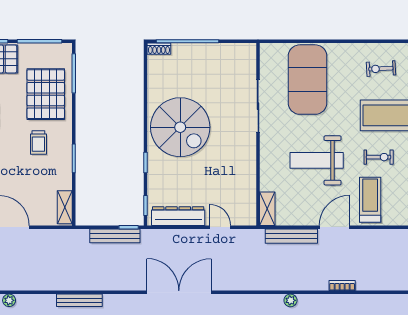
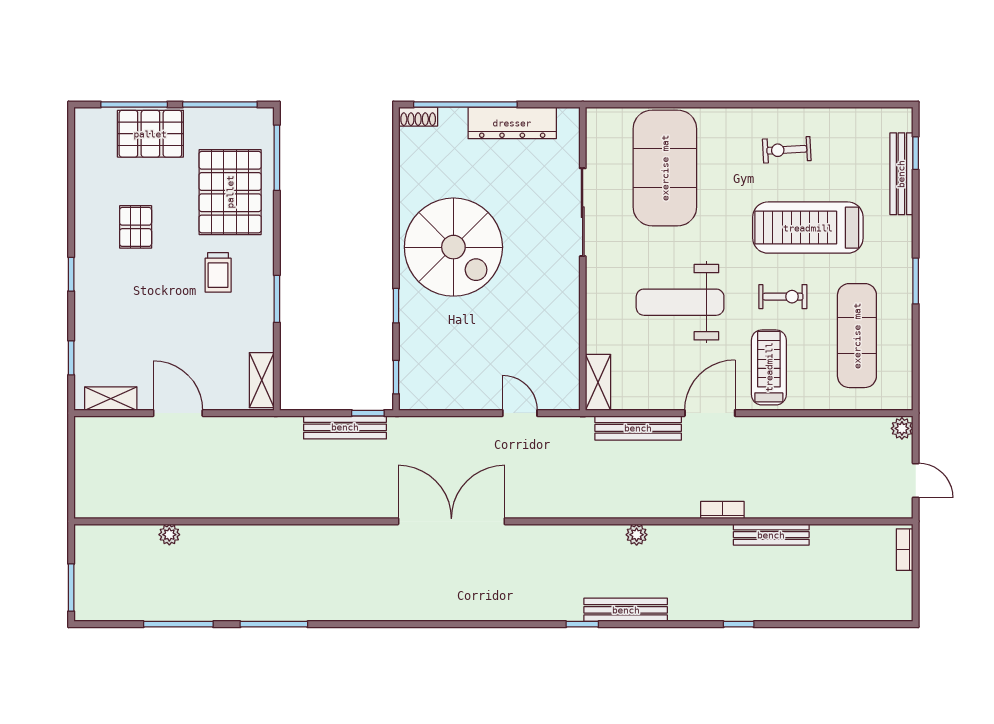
dresser: (178, 216) -> (512, 123), moved, turned 180
bench: (79, 300) -> (771, 535), moved

